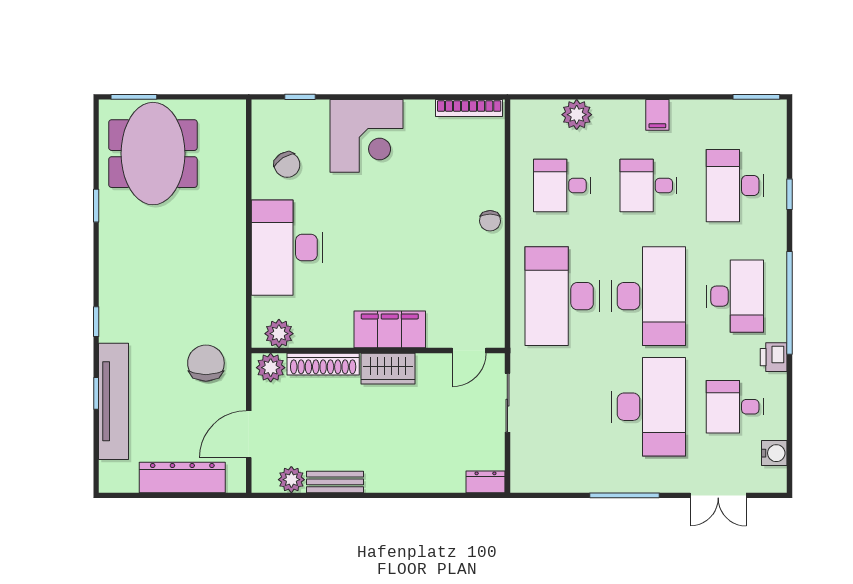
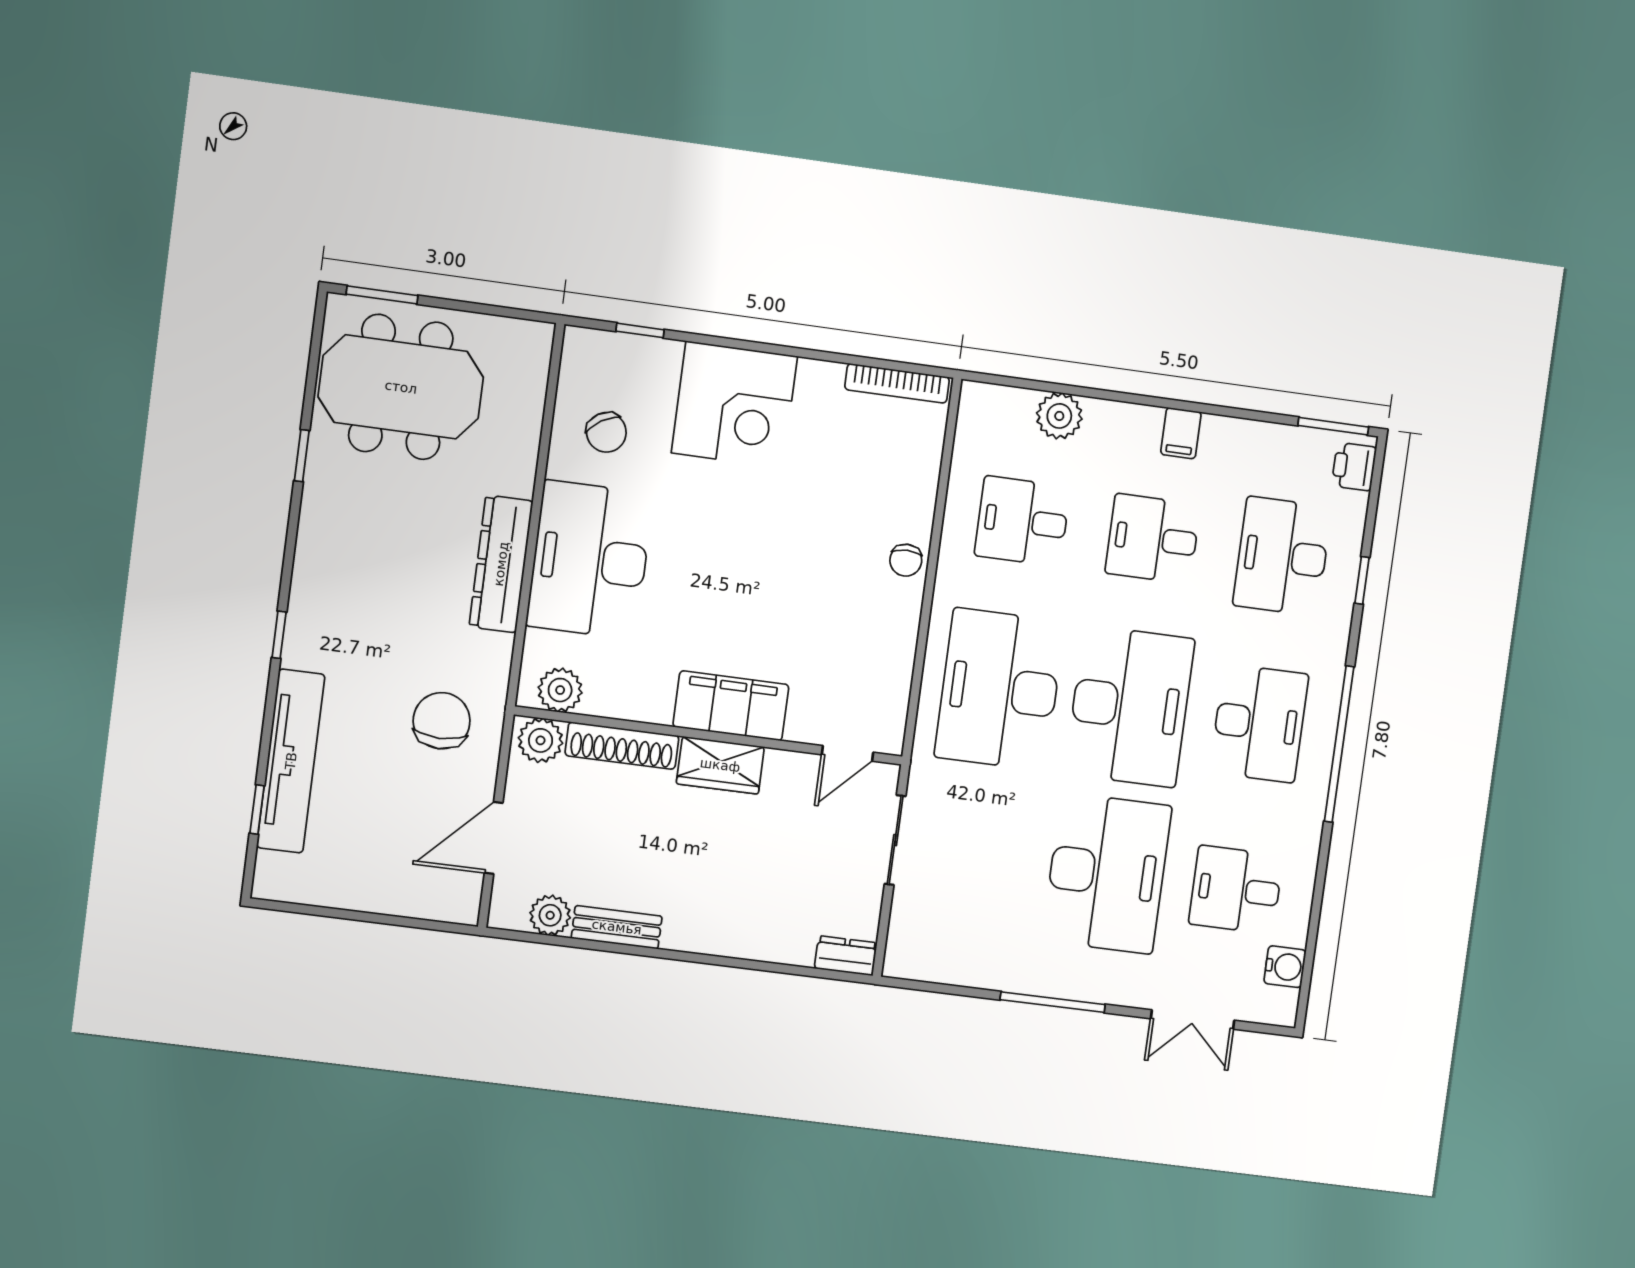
meeting table: (153, 154) -> (401, 387), turned 90
printer: (774, 357) -> (1354, 467), moved
window: (96, 393) -> (257, 810), moved
dresser: (182, 477) -> (501, 564), moved, turned -90

